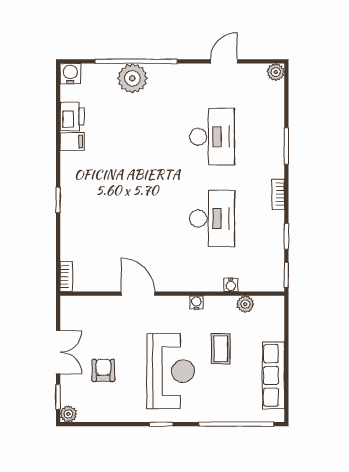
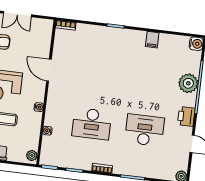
printer: (72, 116) -> (186, 117), moved, turned 90
desk: (212, 137) -> (144, 130), turned 180
door: (138, 294) -> (49, 70), swing flipped
plant: (245, 304) -> (32, 156), moved

